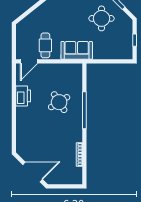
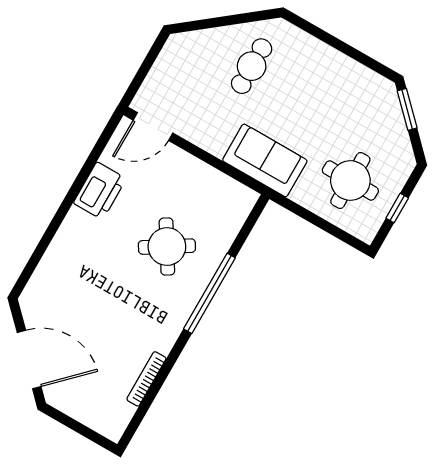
round table: (102, 18) -> (350, 181), moved
cafe table: (45, 45) -> (252, 66), moved

